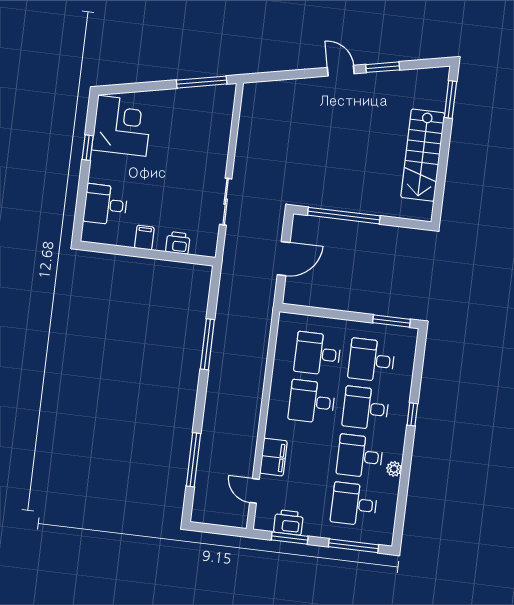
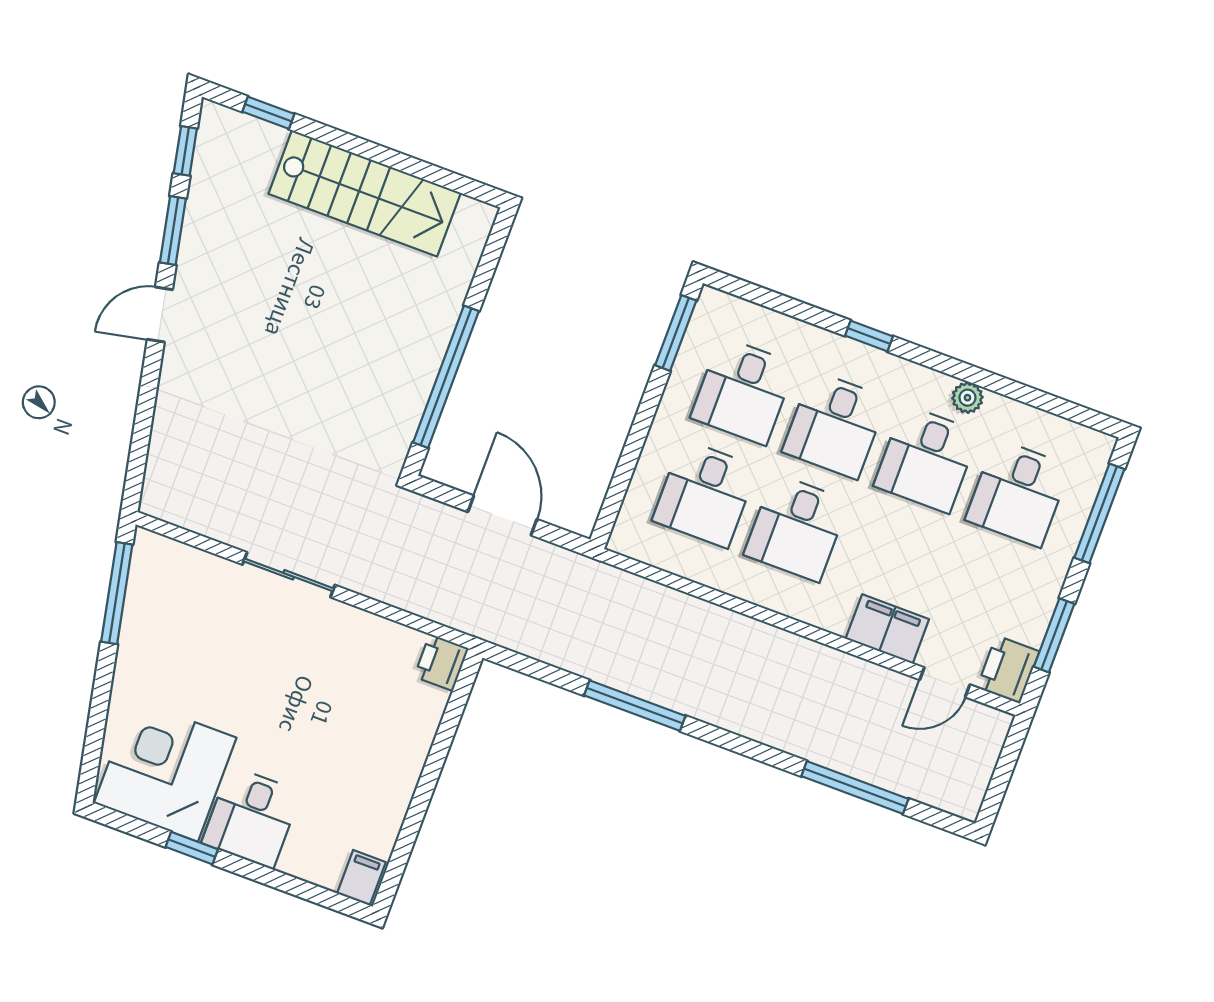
window: (422, 64) -> (185, 151), added
window: (450, 99) -> (268, 113), width x0.67
sliding door: (226, 202) -> (289, 575), moved
desk: (105, 205) -> (251, 817), moved
filing cabinet: (144, 238) -> (361, 878), moved, turned 90
printer: (178, 243) -> (441, 662), moved
printer: (288, 522) -> (1008, 669), moved

